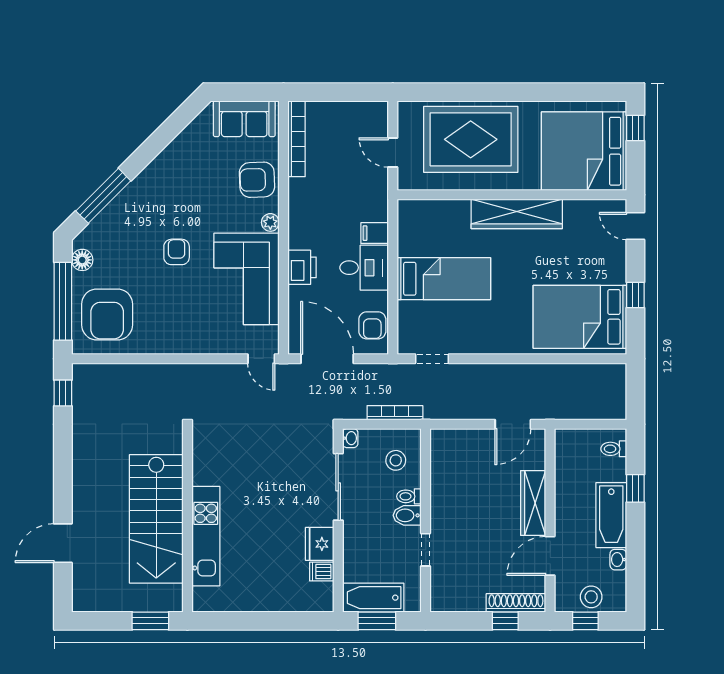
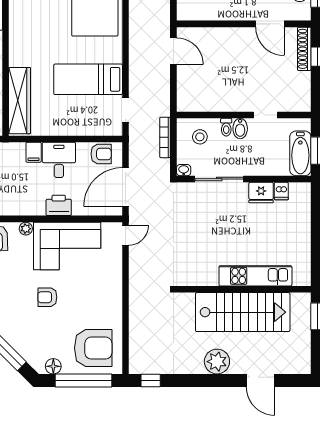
wardrobe: (517, 214) -> (20, 101), moved
bed: (444, 279) -> (88, 79), moved, turned -90
plant: (89, 484) -> (217, 362), added
wardrobe: (533, 503) -> (231, 36), removed

